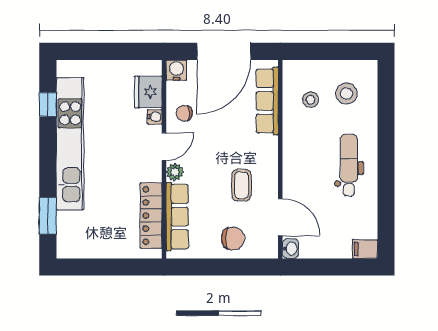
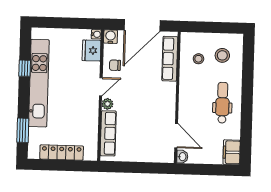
window: (48, 104) -> (25, 68), moved
water cooler: (155, 117) -> (96, 34), moved
coffee table: (242, 185) -> (151, 114), removed
locker: (151, 216) -> (62, 152), moved, turned 90
chair: (233, 239) -> (144, 149), removed
filing cabinet: (365, 249) -> (232, 152), width x2.00

